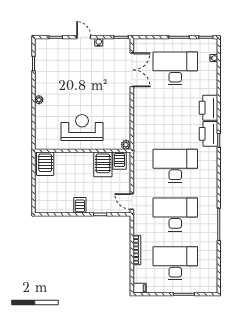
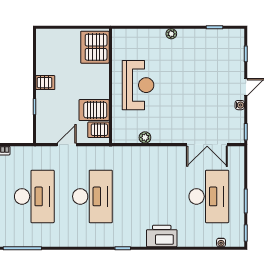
printer: (208, 134) -> (130, 236), removed
plant: (126, 145) -> (145, 137), moved
server rack: (45, 164) -> (95, 47), width x1.60
door: (132, 202) -> (67, 145), moved

